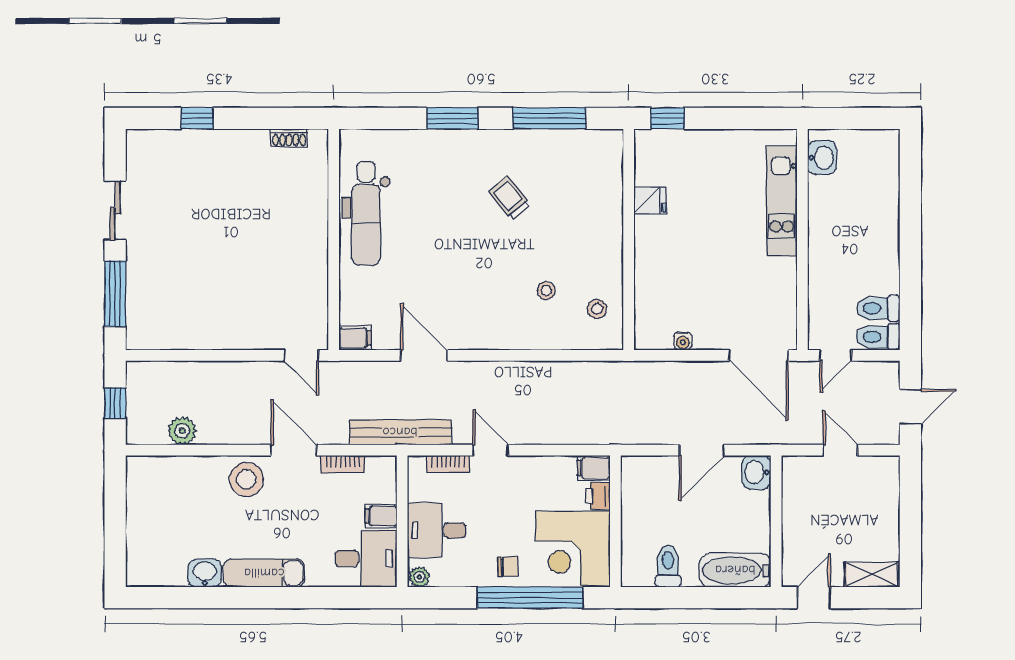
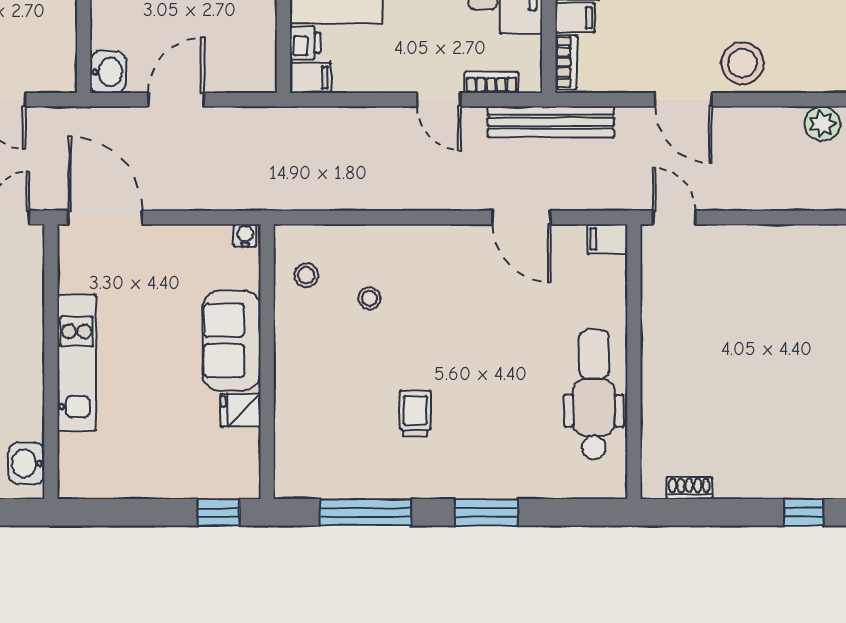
trolley: (509, 198) -> (415, 413), turned -141
kitchen unit: (782, 201) -> (77, 363), moved
sofa: (657, 256) -> (232, 340), added
water cooler: (683, 341) -> (245, 235), moved
bookcase: (343, 464) -> (566, 62), moved, turned 90

